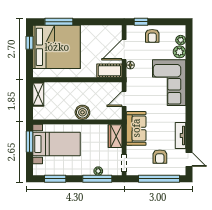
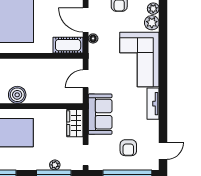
door: (124, 50) -> (86, 20), hinge flipped
boiler: (82, 112) -> (17, 95), moved
tv unit: (180, 136) -> (153, 104), moved
door: (189, 159) -> (163, 151), hinge flipped

